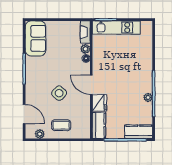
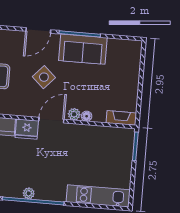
kitchen unit: (116, 28) -> (98, 196), moved, turned 90
sofa: (36, 38) -> (83, 49), moved
plant: (85, 49) -> (74, 114), moved
door: (24, 114) -> (38, 30), moved

